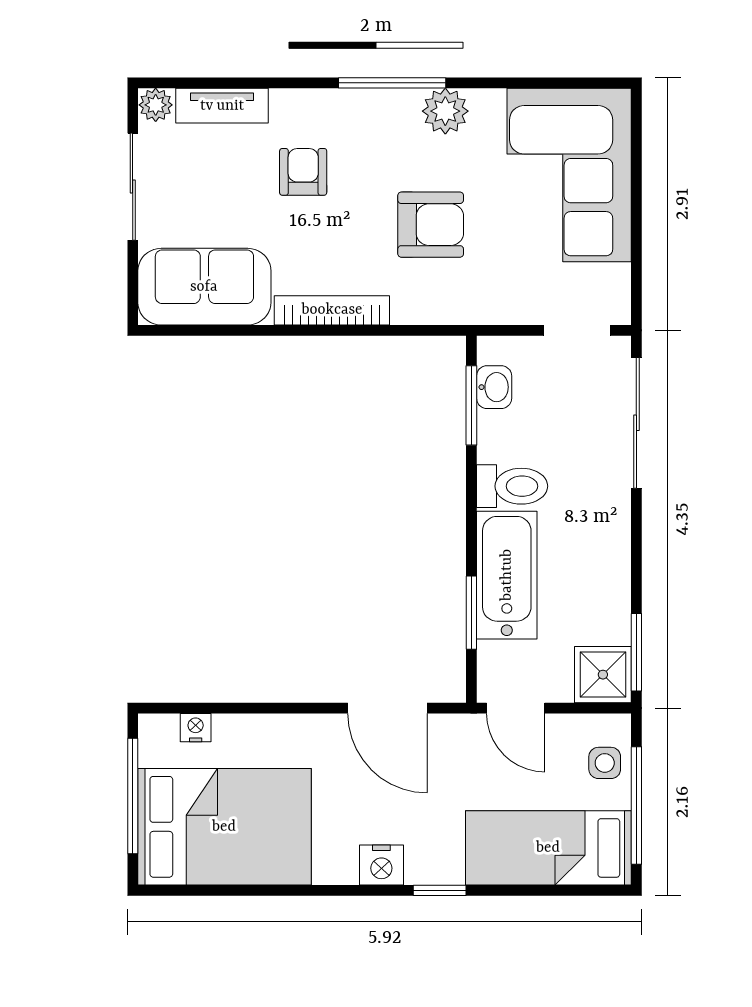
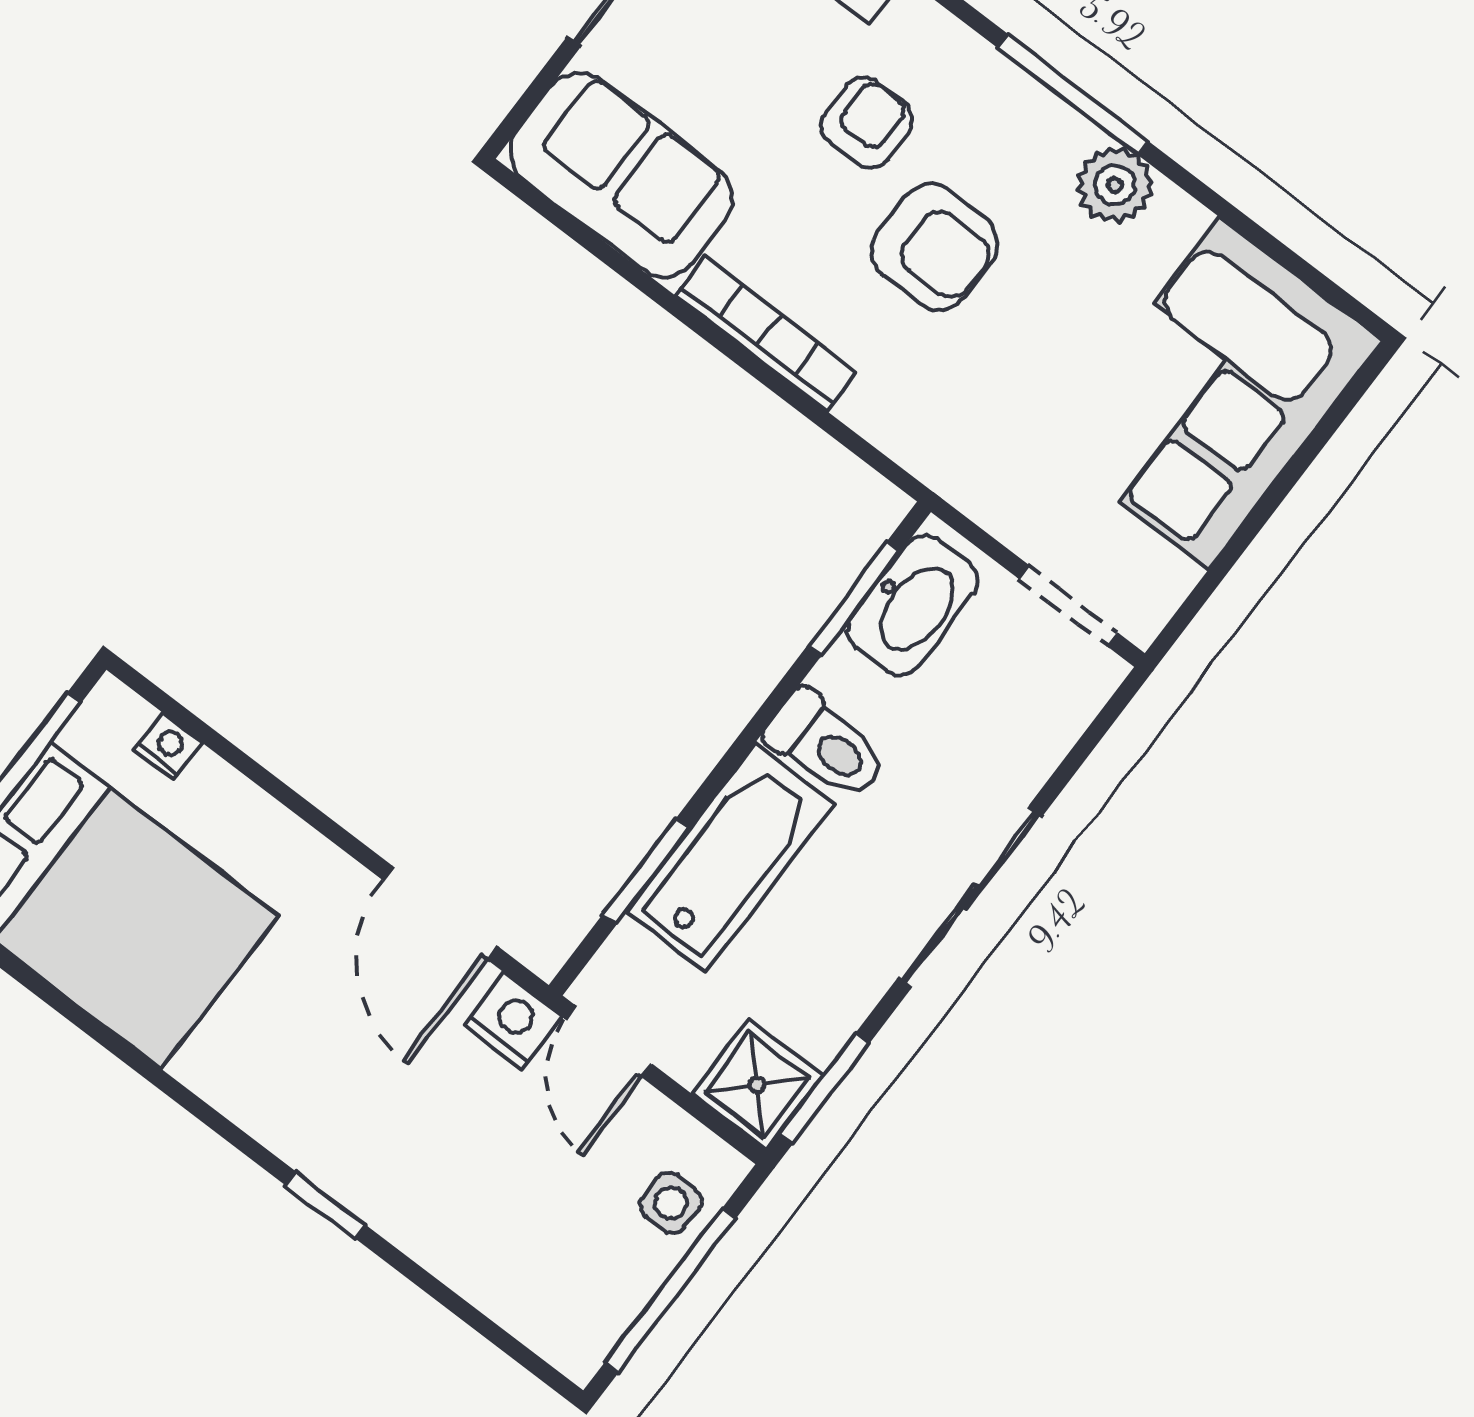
armchair: (431, 225) -> (935, 247), moved
washbasin: (494, 387) -> (912, 605), width x1.91, depth x1.45
sliding door: (636, 423) -> (970, 897), moved
bed: (548, 848) -> (512, 1258), removed
nightstand: (381, 865) -> (513, 1021), moved, turned 180

